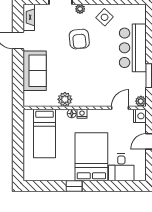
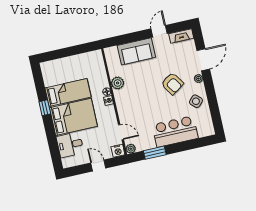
armchair: (79, 39) -> (172, 84), turned -118
bed: (45, 134) -> (68, 93), moved, turned 180

